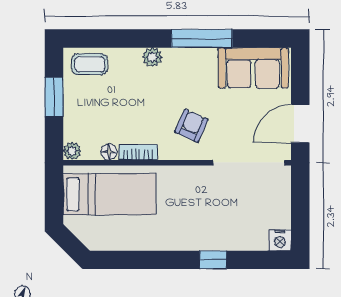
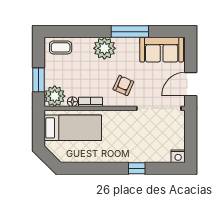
plant: (152, 57) -> (104, 48), width x1.87, depth x1.87
window: (54, 97) -> (38, 80), moved
plant: (72, 151) -> (55, 96), width x1.88, depth x1.88

